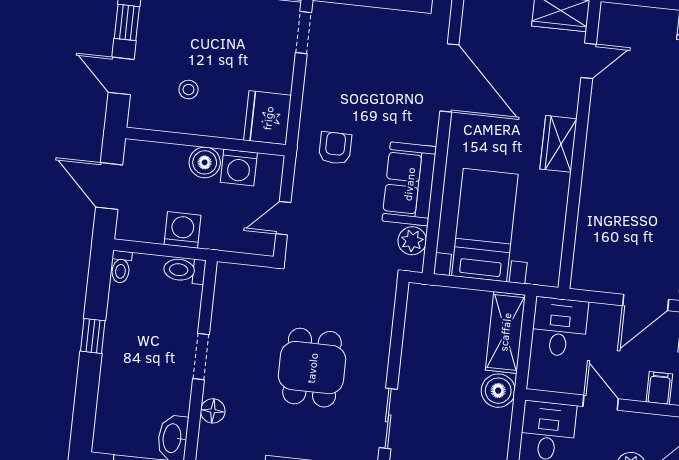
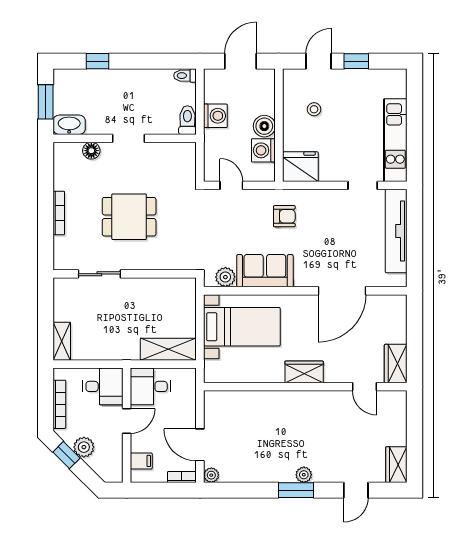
desk: (560, 327) -> (150, 386), moved, turned 180
window: (93, 336) -> (98, 61), moved
boiler: (498, 391) -> (127, 349), removed

